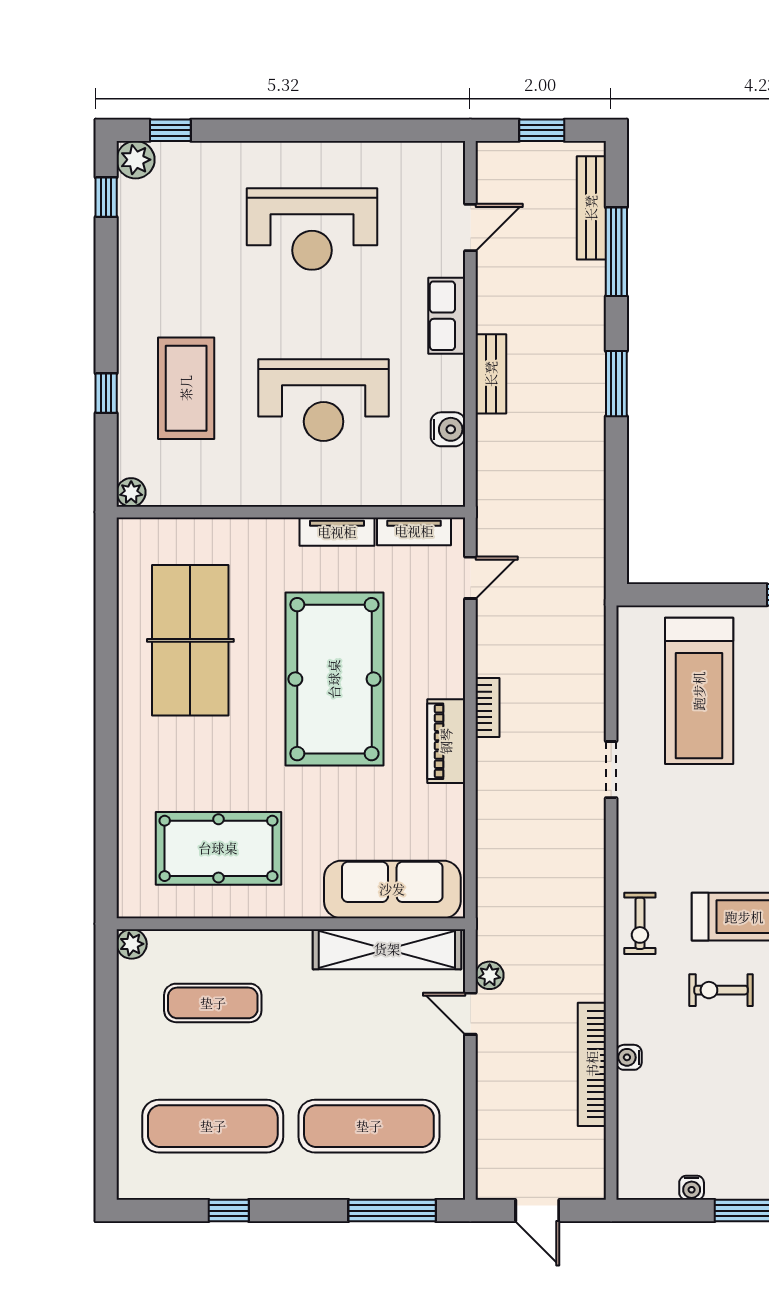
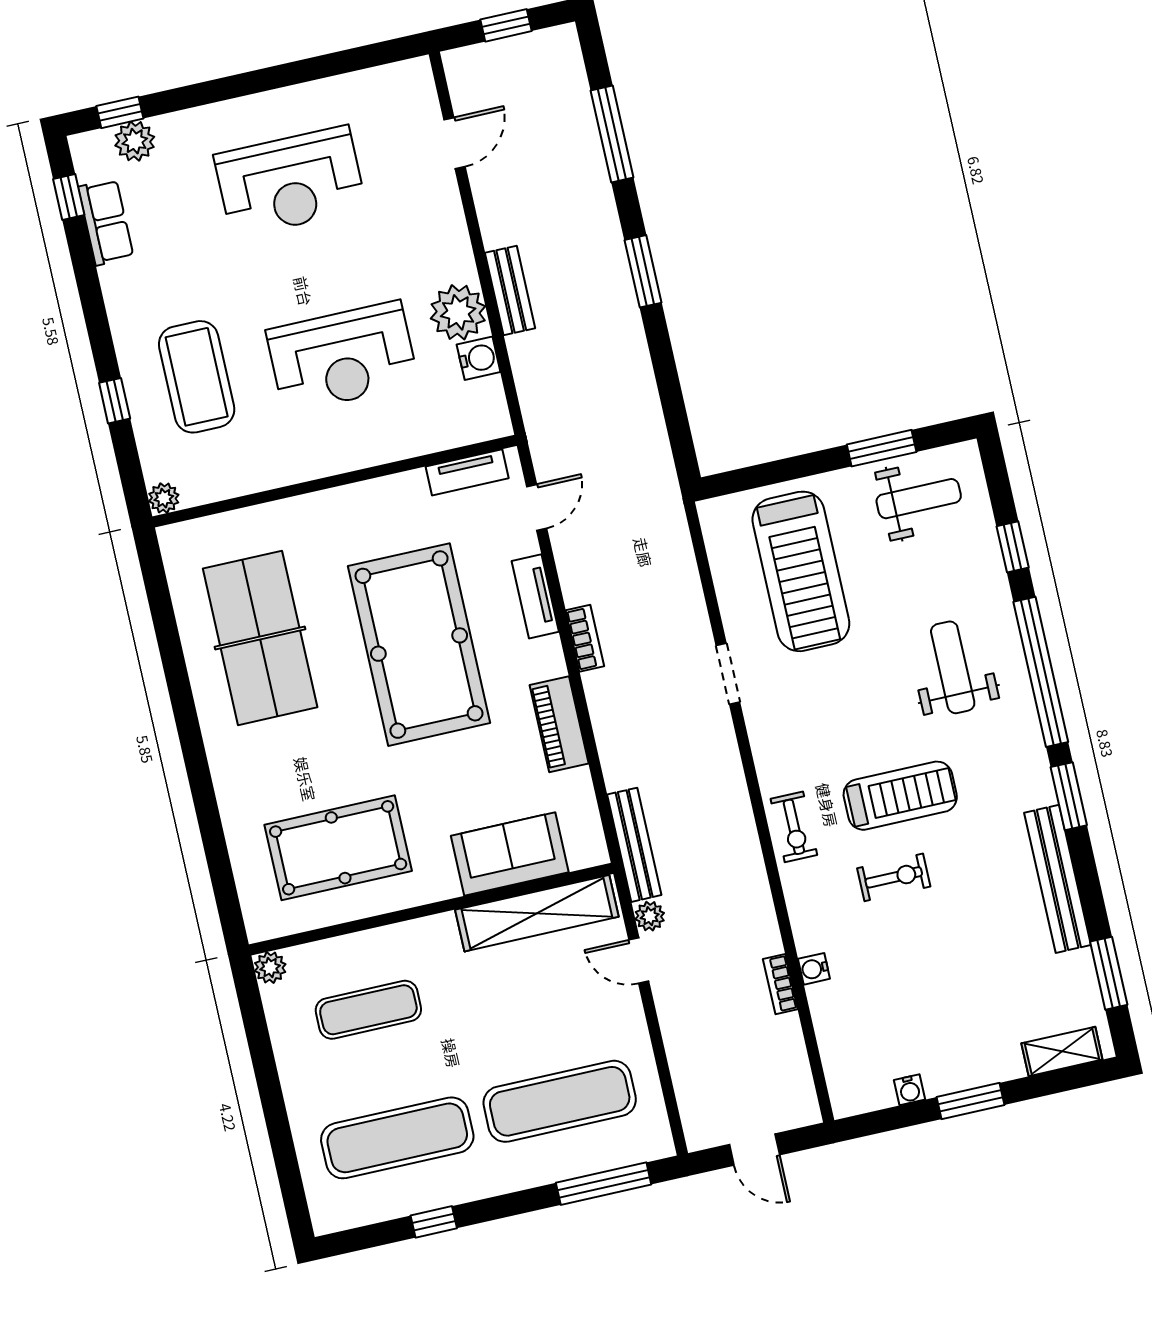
plant: (136, 160) -> (135, 141), moved
bench: (591, 208) -> (634, 845), moved
row of seats: (447, 316) -> (106, 222), moved, turned 180
plant: (439, 383) -> (458, 312), added
tv unit: (337, 532) -> (535, 596), moved, turned 90
piano: (446, 741) -> (559, 724), moved
sofa: (392, 889) -> (510, 854), width x0.73
exercise bike: (721, 990) -> (894, 877), turned 180
bookcase: (592, 1064) -> (780, 984), width x0.43, depth x0.76

